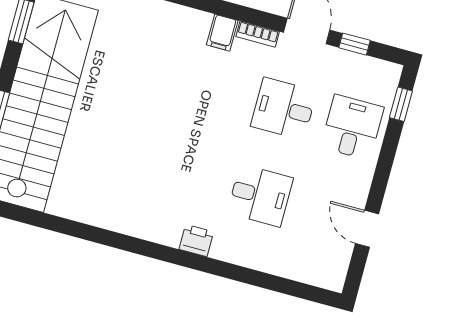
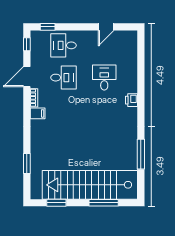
window: (355, 44) -> (27, 44), moved
desk: (284, 109) -> (64, 78), turned -90
window: (76, 229) -> (141, 154), added

